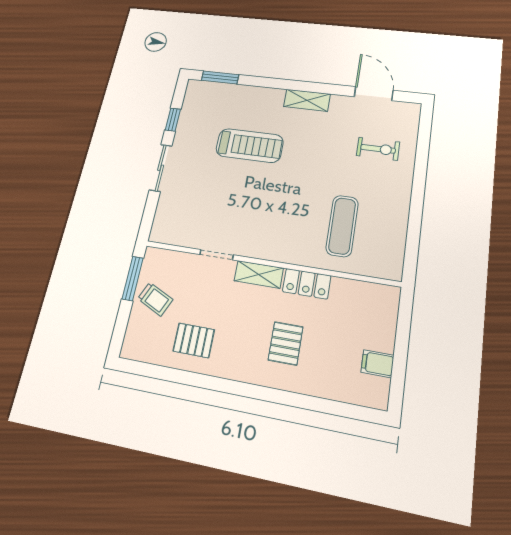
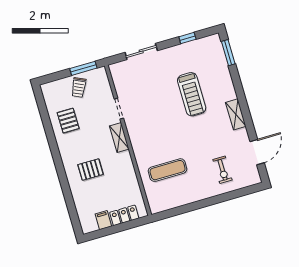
sliding door: (161, 168) -> (141, 52), moved
locker: (307, 284) -> (124, 215), moved, turned 90

